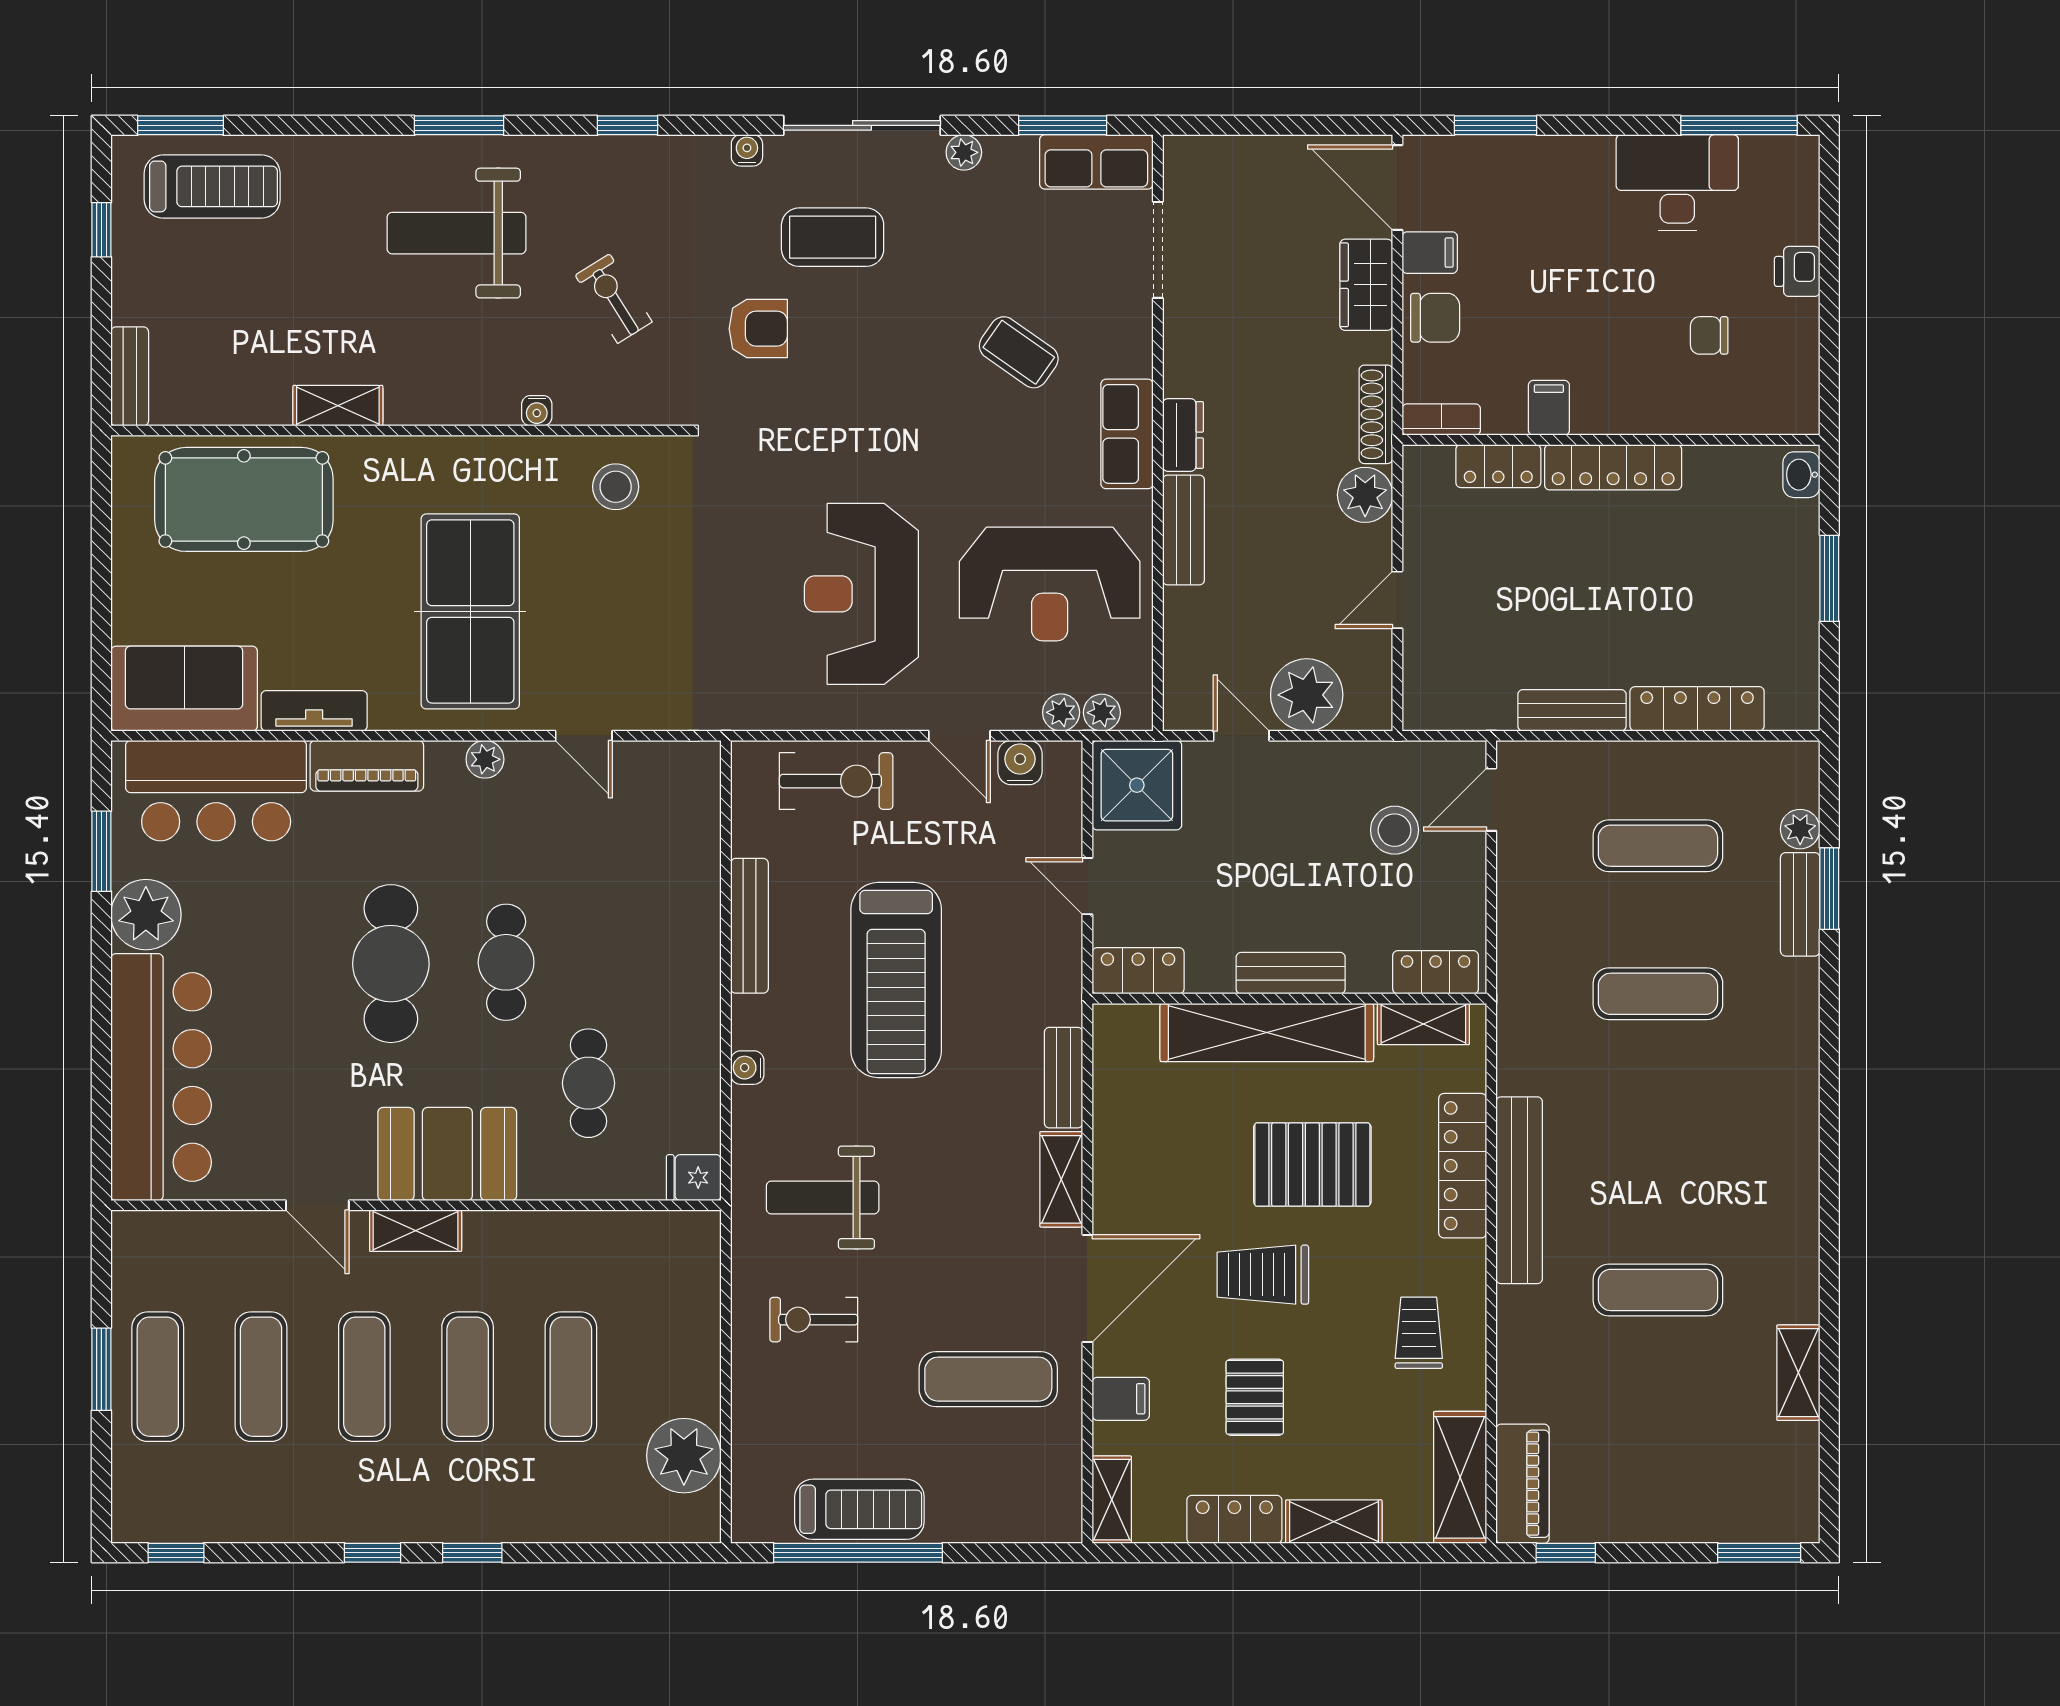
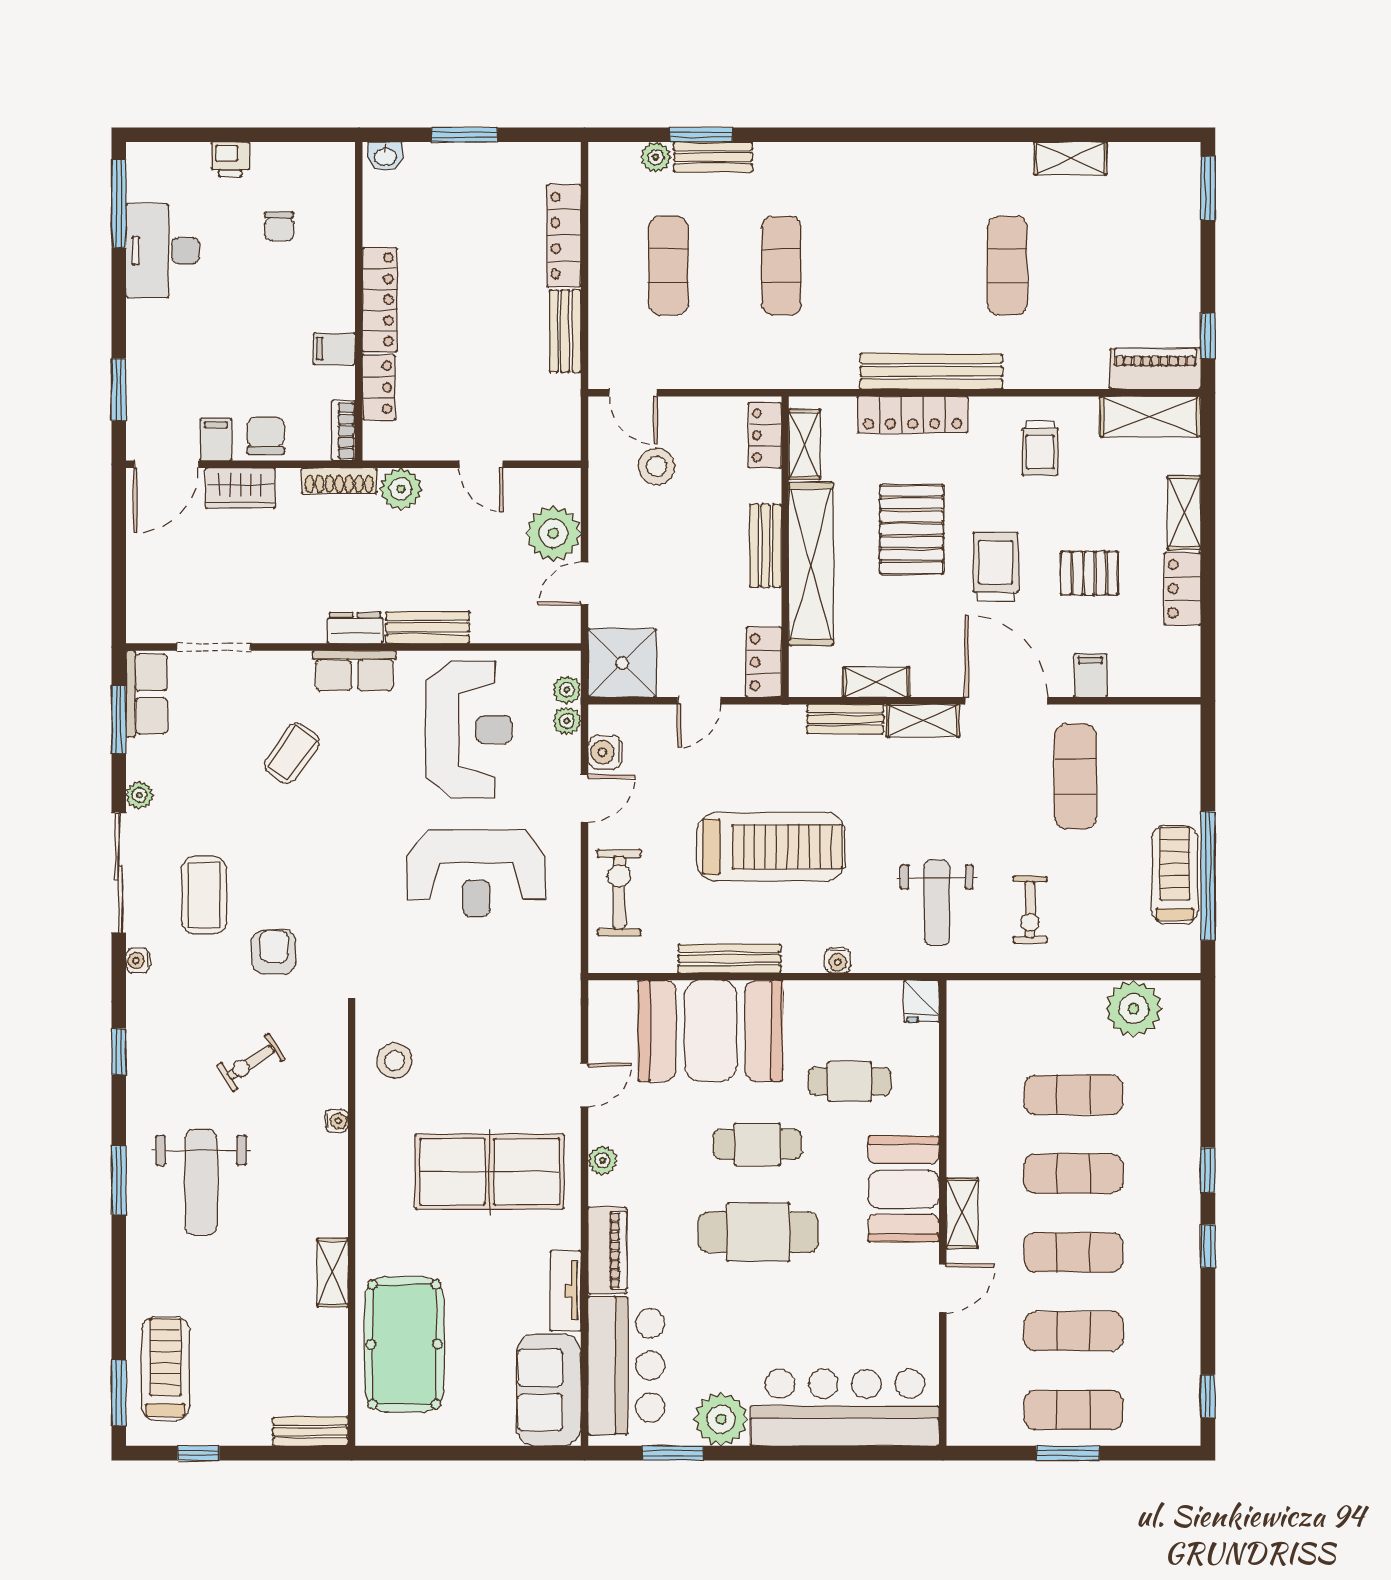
booth: (655, 901) -> (711, 1031), added
trolley: (1263, 1275) -> (996, 567), turned 180
trolley: (1419, 1333) -> (1040, 448), turned -90
shelving: (1112, 1500) -> (876, 682), moved

